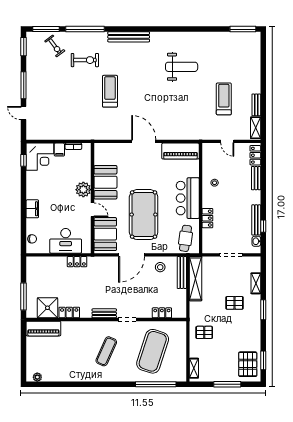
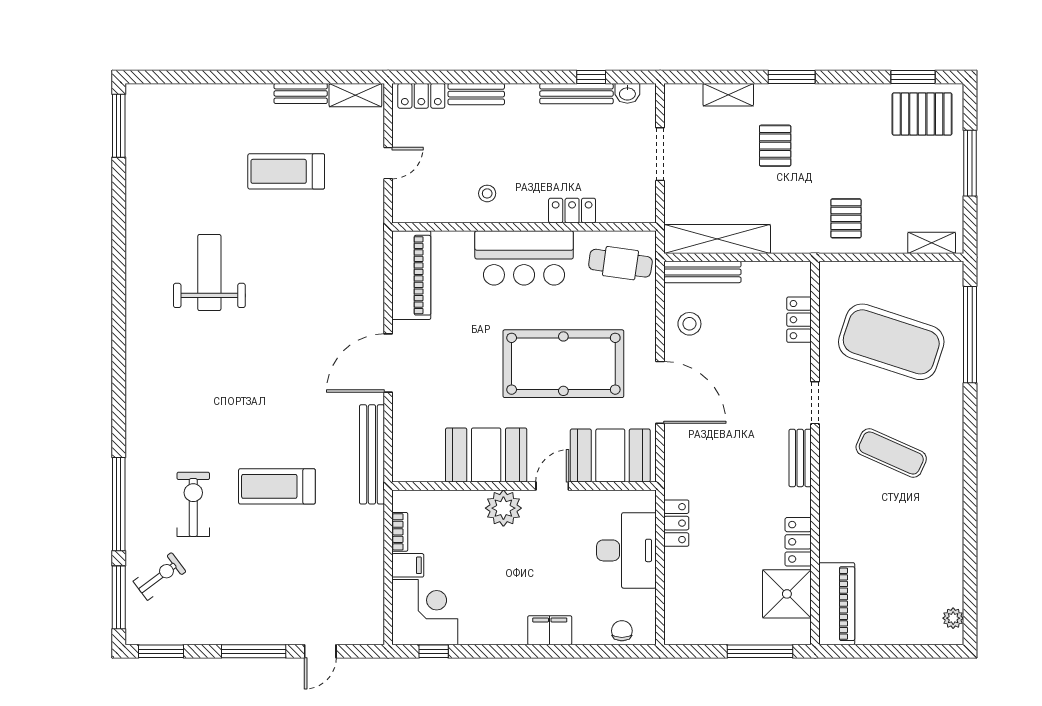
bench: (129, 37) -> (372, 454), moved
treadmill: (110, 91) -> (277, 486), moved

